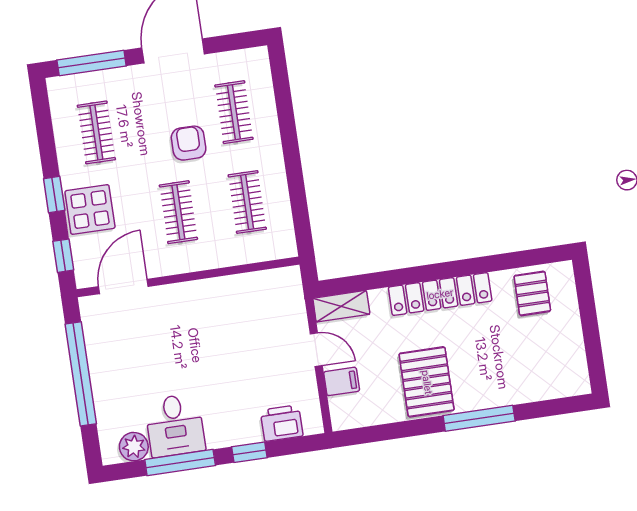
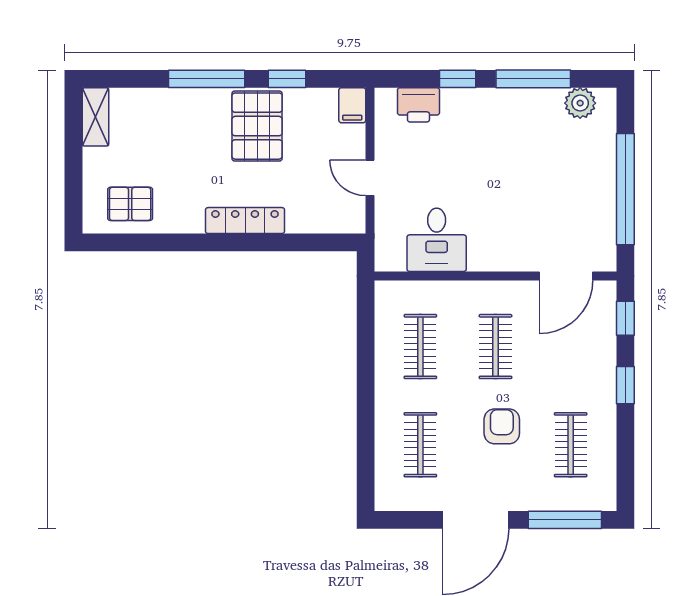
armchair: (189, 143) -> (502, 426), moved, turned 180
display table: (90, 210) -> (590, 363), removed
pallet: (532, 293) -> (130, 204), turned 90
locker: (440, 294) -> (245, 221), width x0.71, depth x0.83
shelving: (341, 306) -> (95, 117), moved, turned 90
filing cabinet: (342, 381) -> (352, 105), moved, turned -90
desk: (175, 425) -> (437, 240), moved, turned 180
window: (405, 429) -> (287, 79), added

